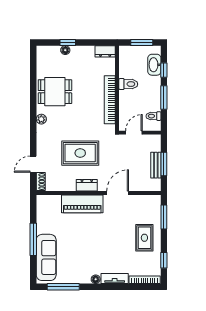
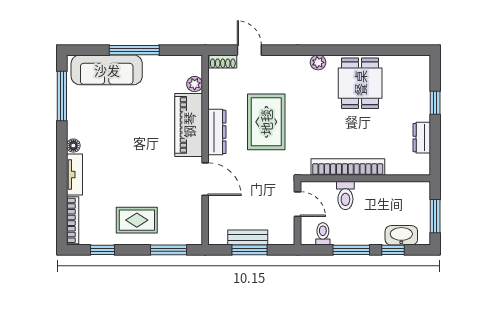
floor lamp: (65, 50) -> (424, 99), removed
dresser: (105, 51) -> (422, 138), moved
toilet: (128, 84) -> (345, 195), moved
dresser: (87, 185) -> (217, 132), width x1.44
plant: (55, 200) -> (195, 84), added

